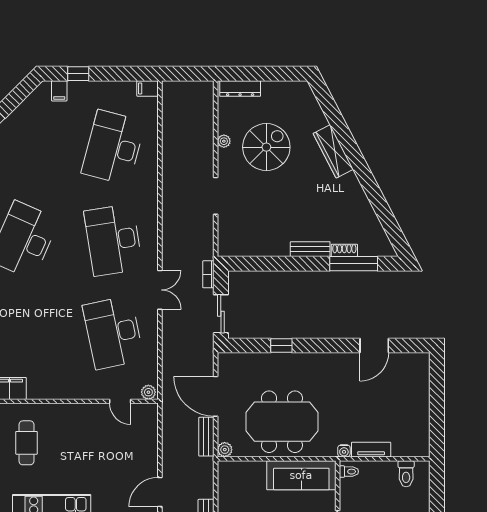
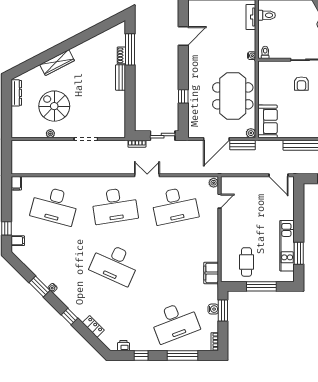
dresser: (240, 88) -> (16, 93), moved
door: (374, 345) -> (183, 36), hinge flipped
cafe table: (26, 443) -> (247, 262), turned 90
tv unit: (371, 450) -> (251, 17), moved
sofa: (301, 475) -> (268, 121), moved, width x0.73

